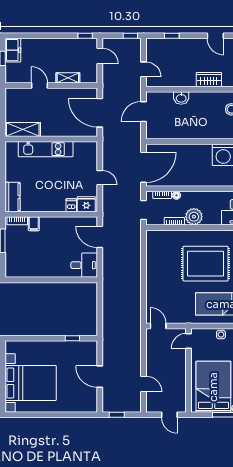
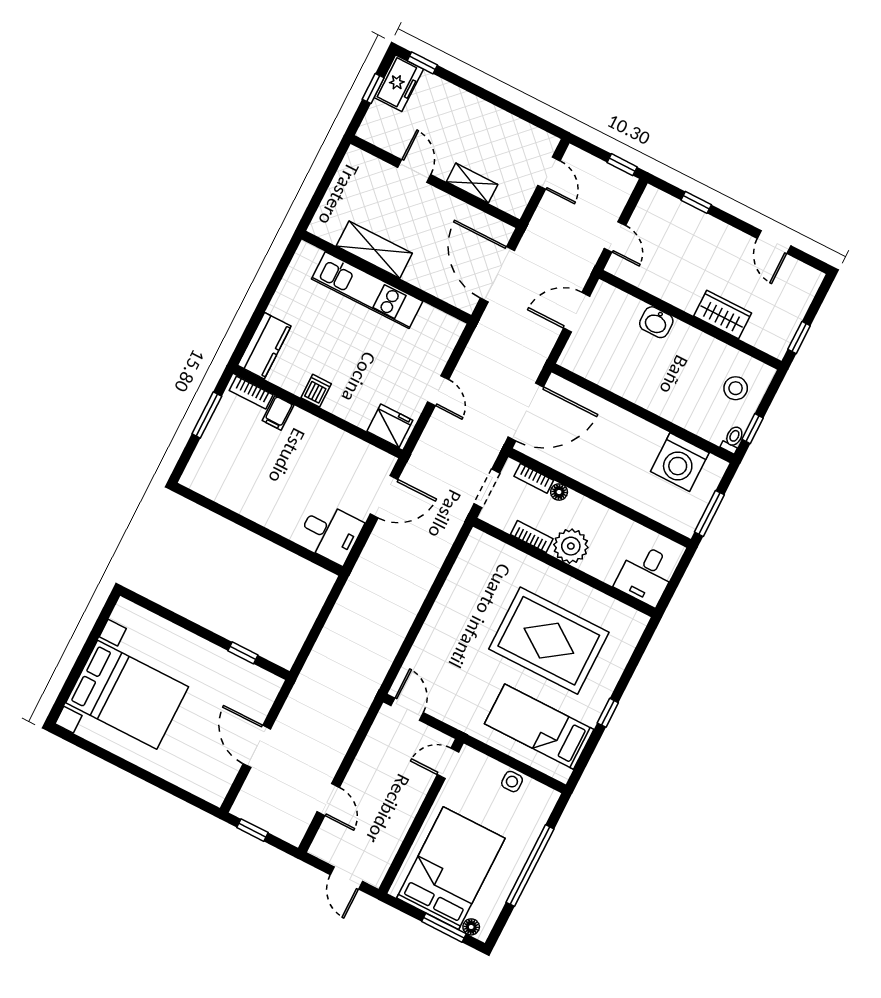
window: (85, 36) -> (422, 63), moved
shelving: (23, 129) -> (374, 250), moved
dishwasher: (71, 205) -> (316, 391), moved
door: (100, 237) -> (384, 497), swing flipped

